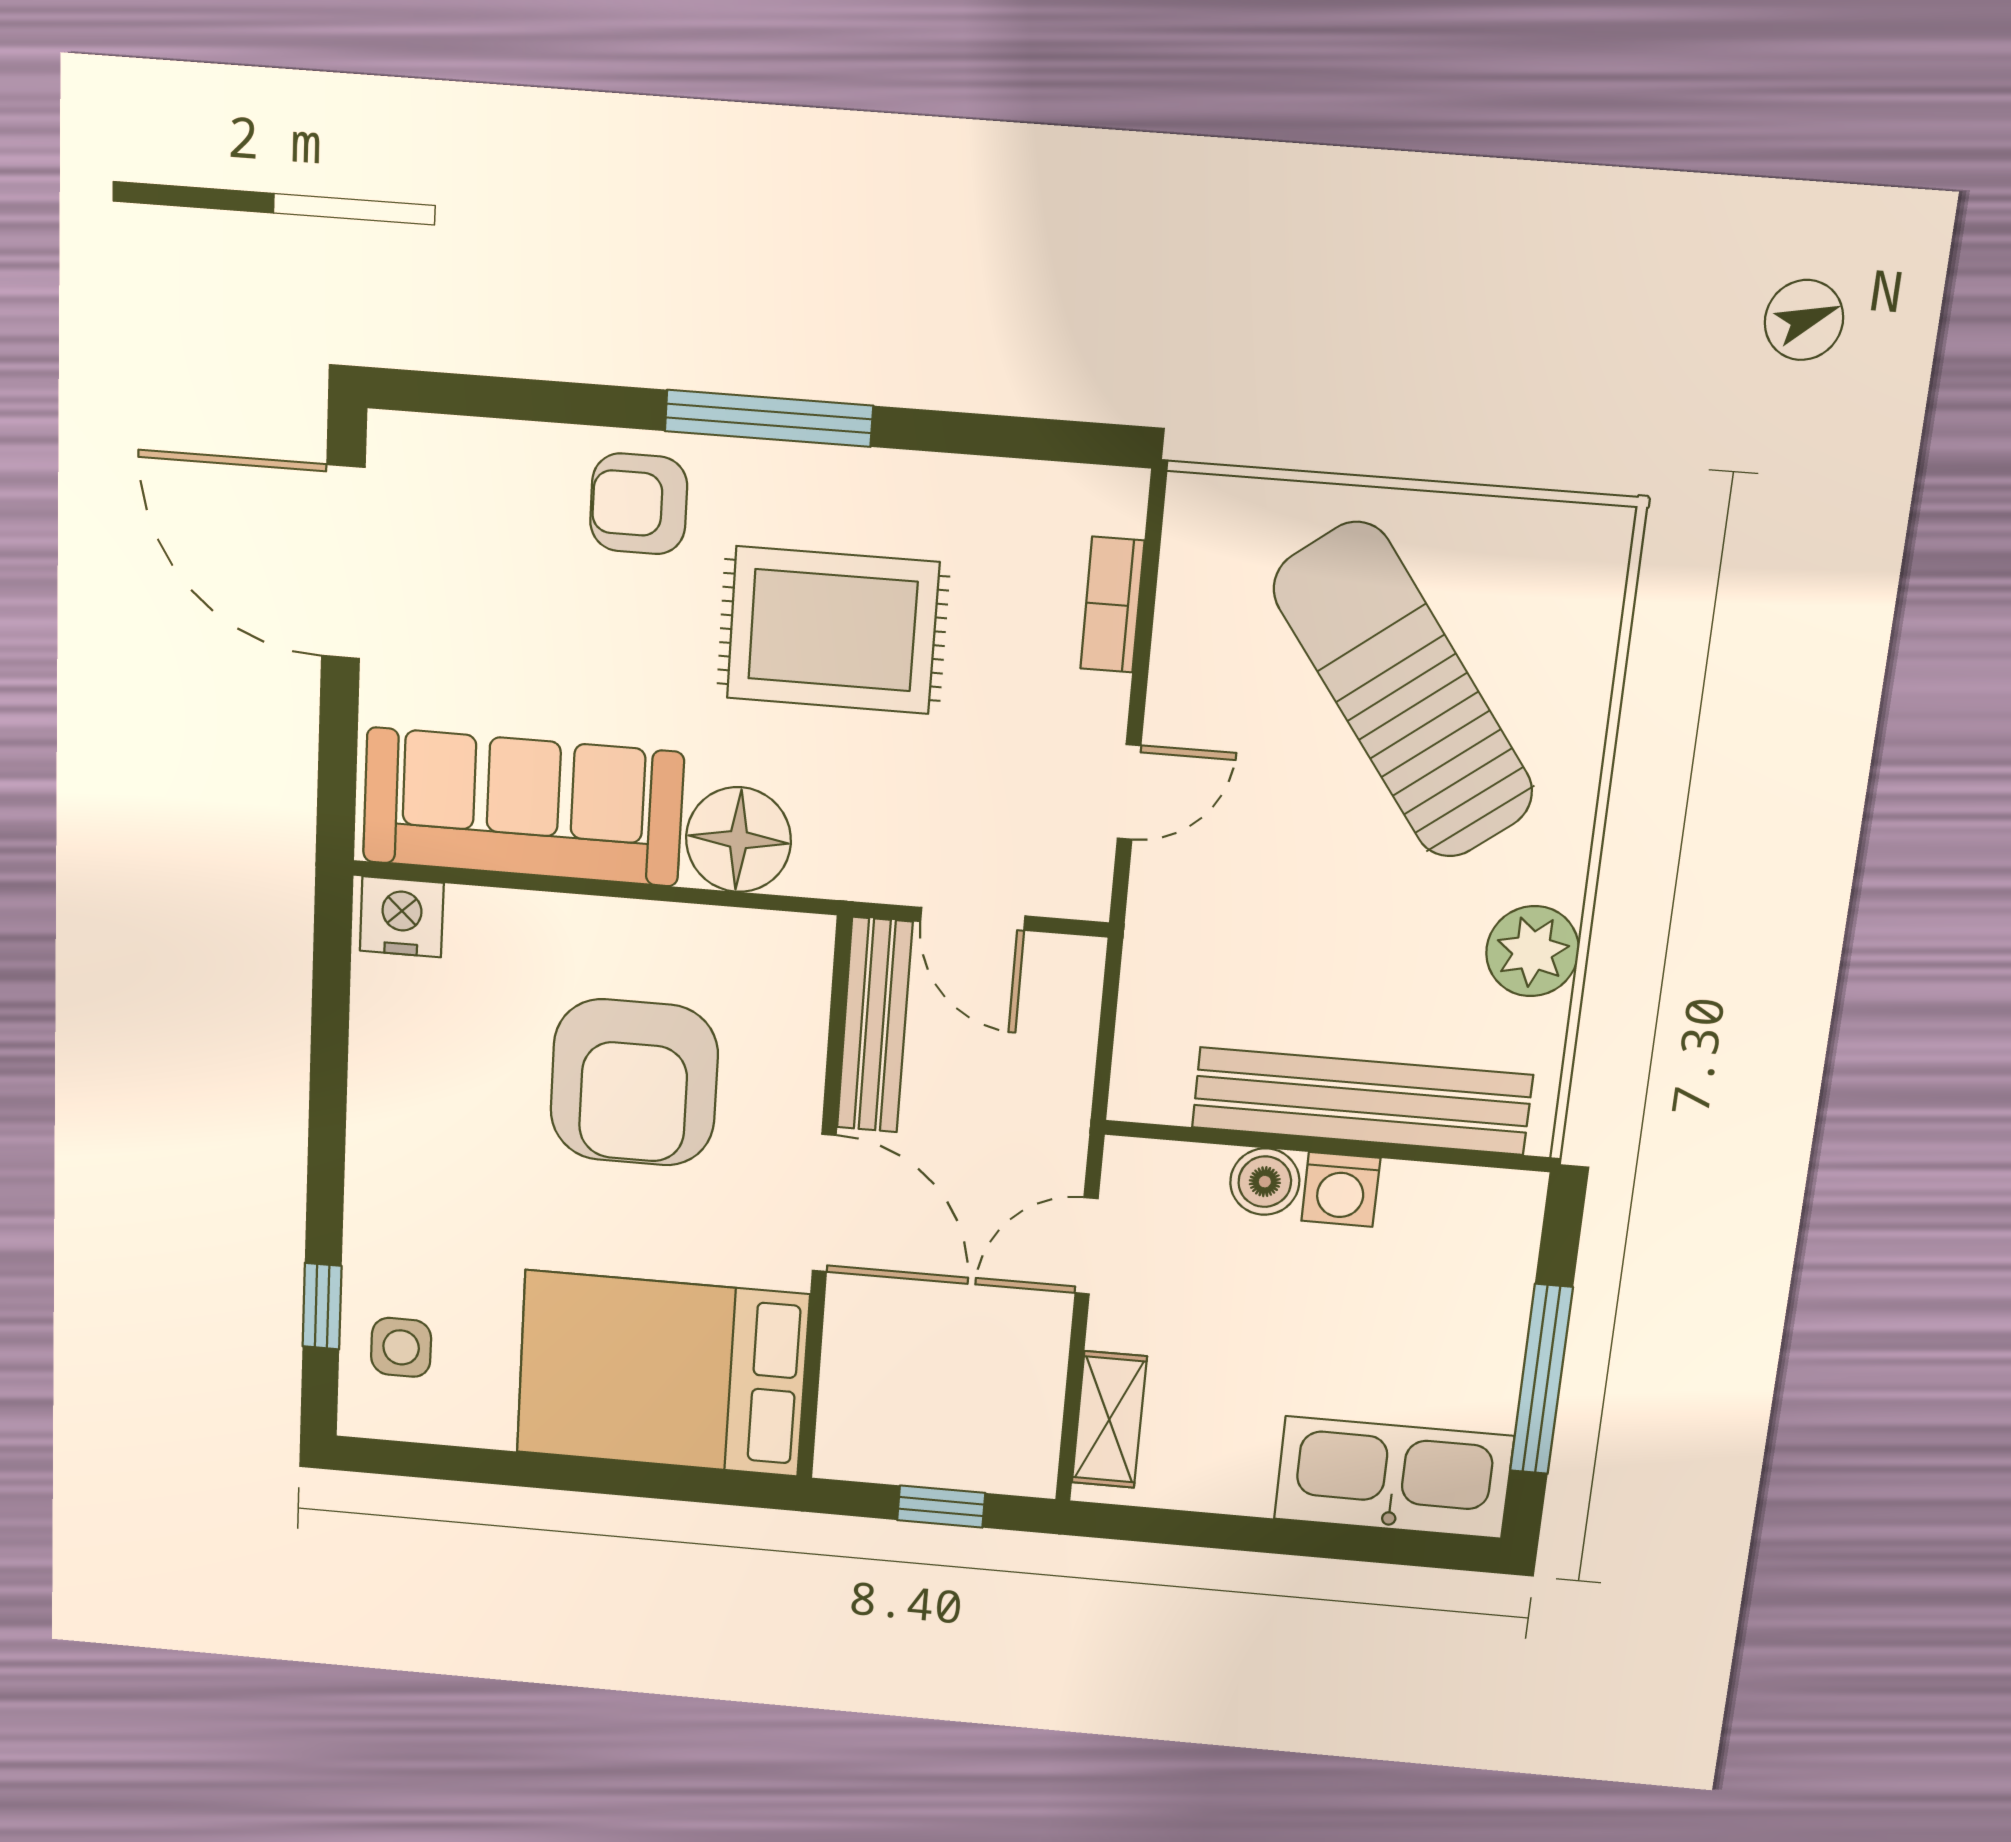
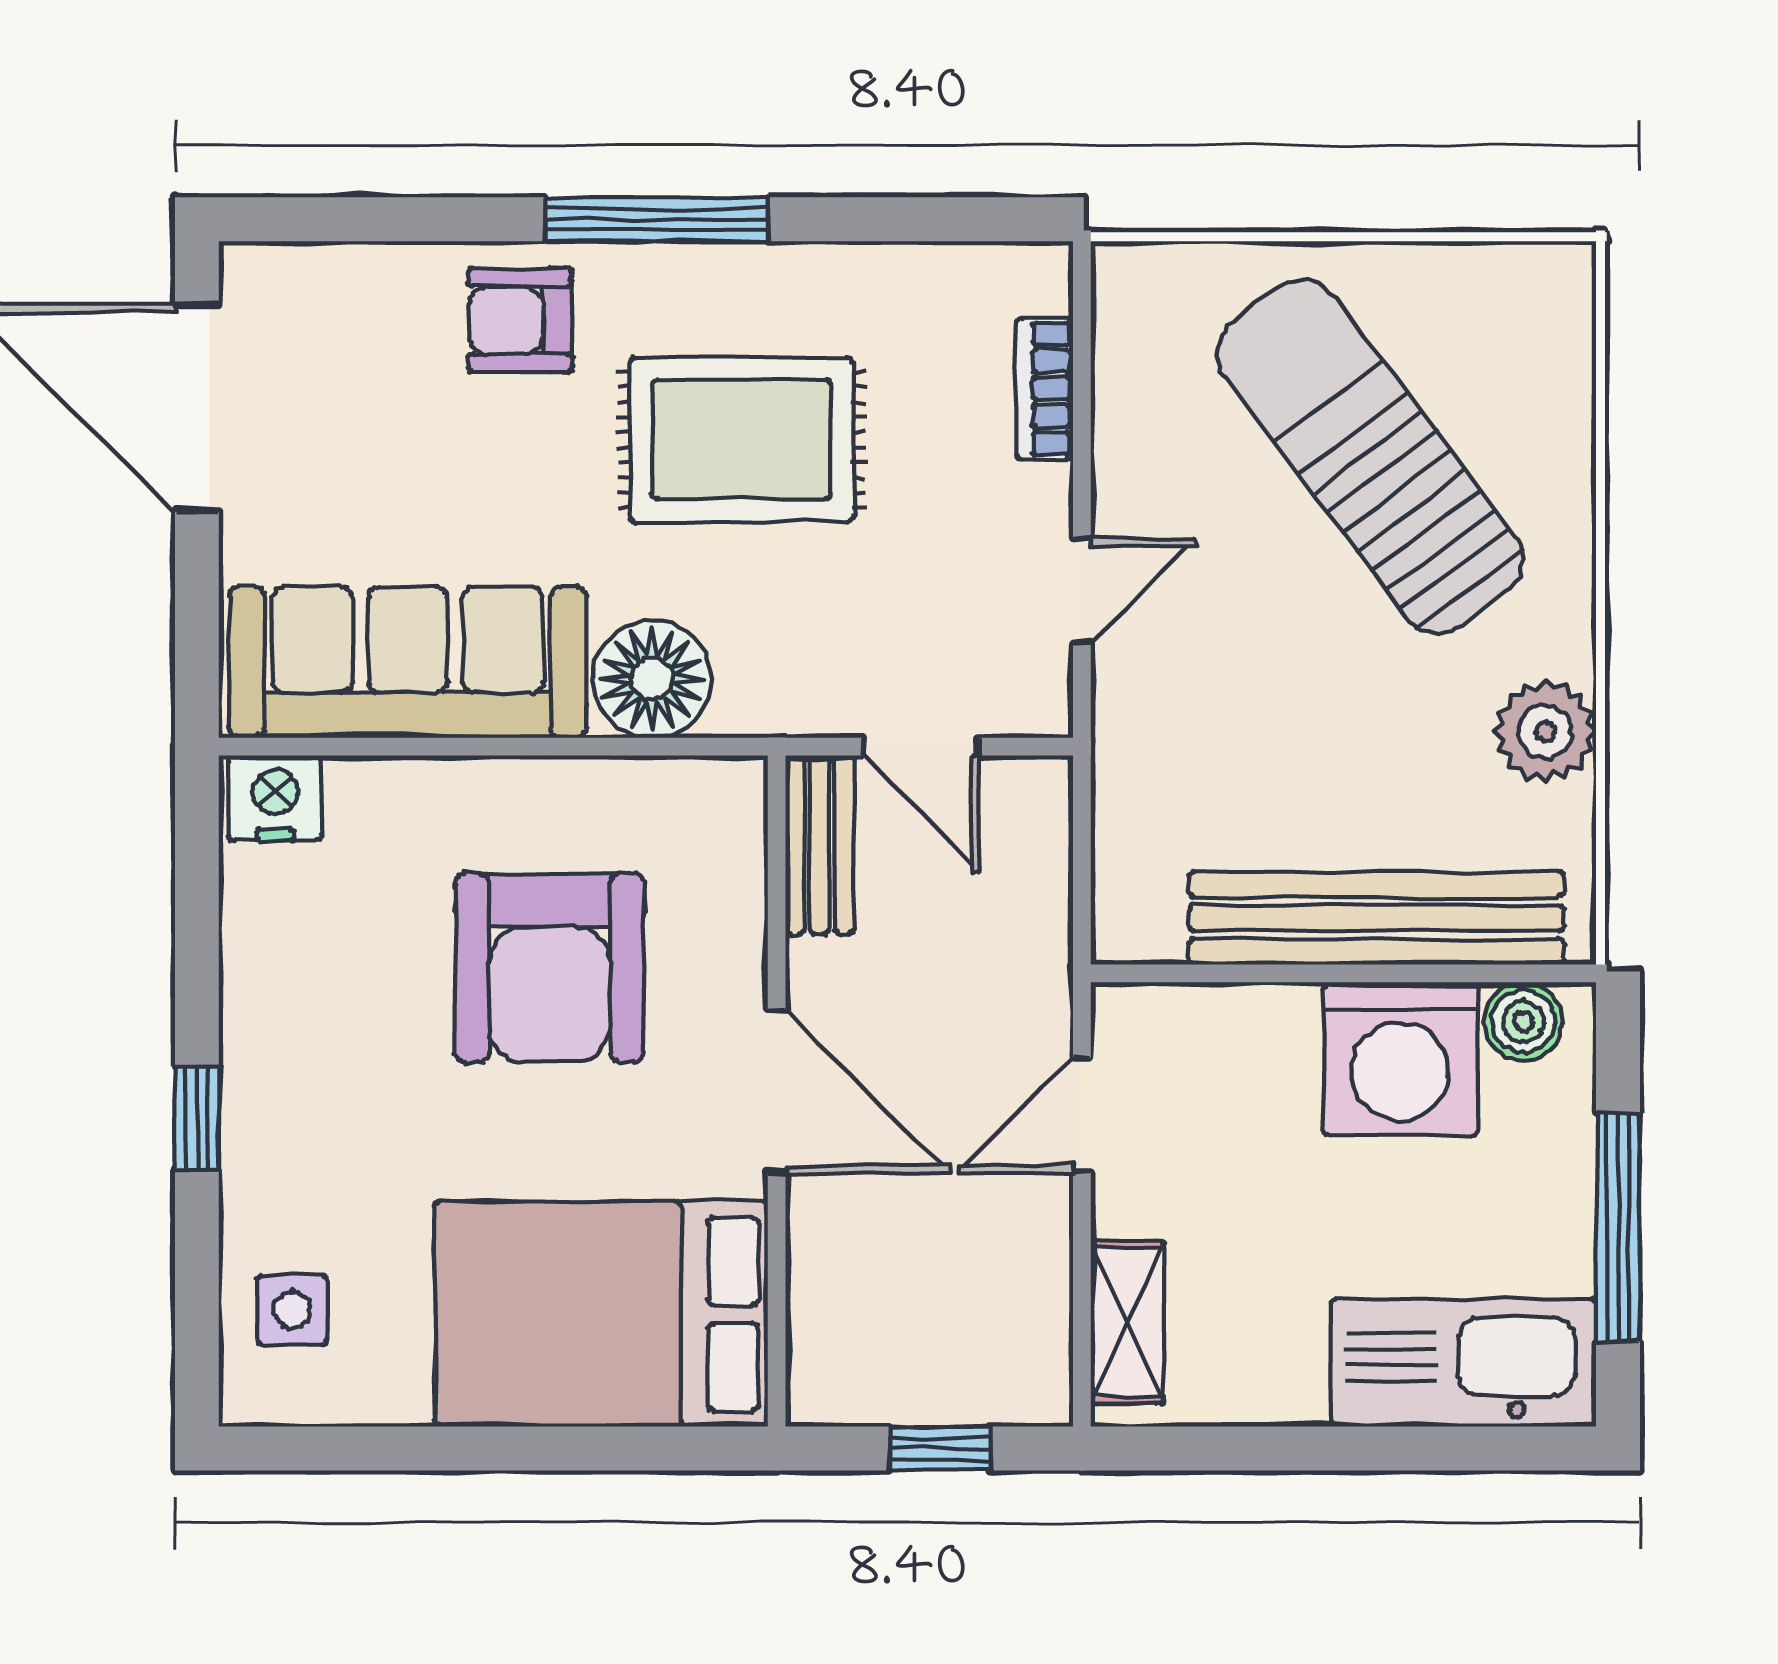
bench: (875, 1025) -> (820, 845), width x0.73
boiler: (1265, 1182) -> (1523, 1021), moved
washing machine: (1341, 1189) -> (1400, 1059), width x1.89, depth x1.89
window: (322, 1306) -> (197, 1118), moved

